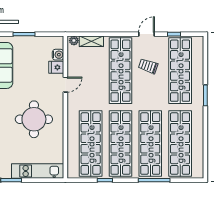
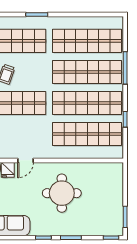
door: (65, 85) -> (26, 160), swing flipped
kitchen unit: (38, 171) -> (116, 189), removed

